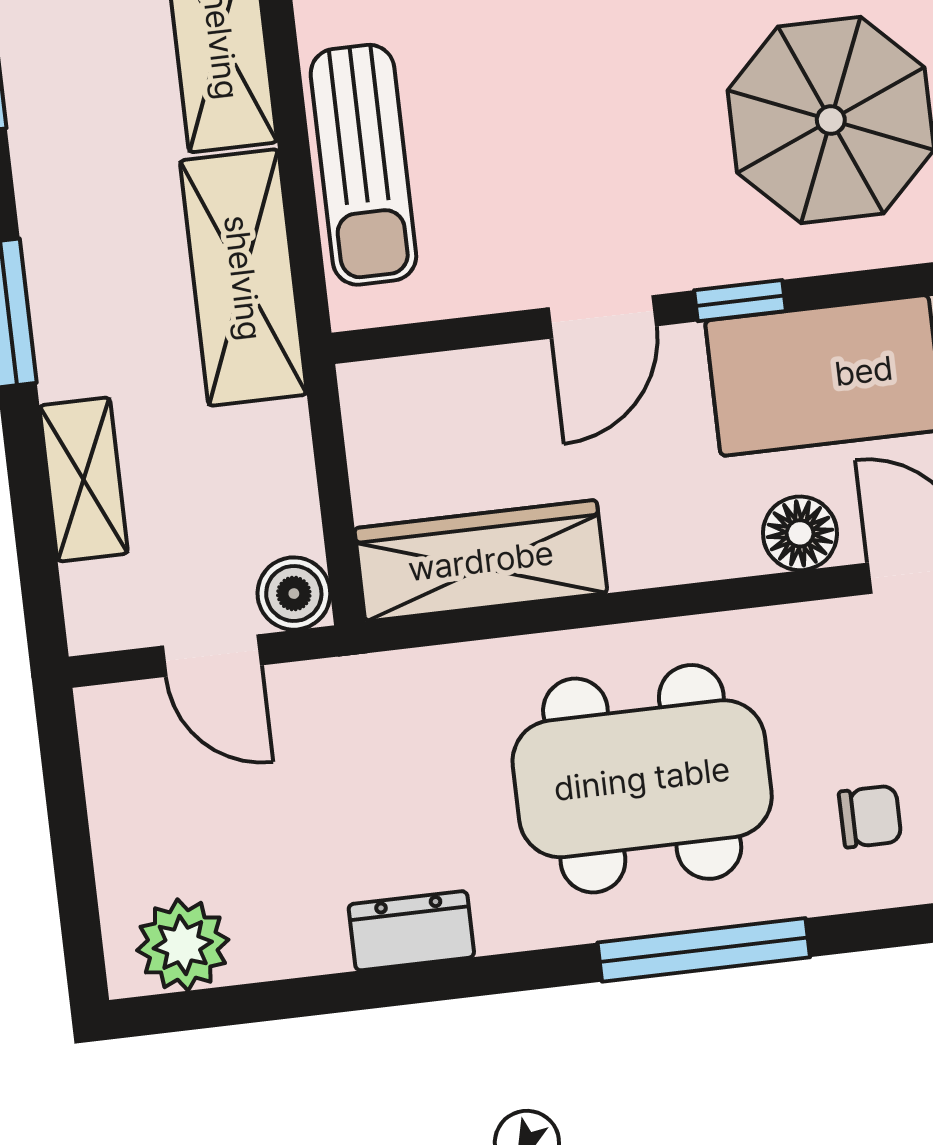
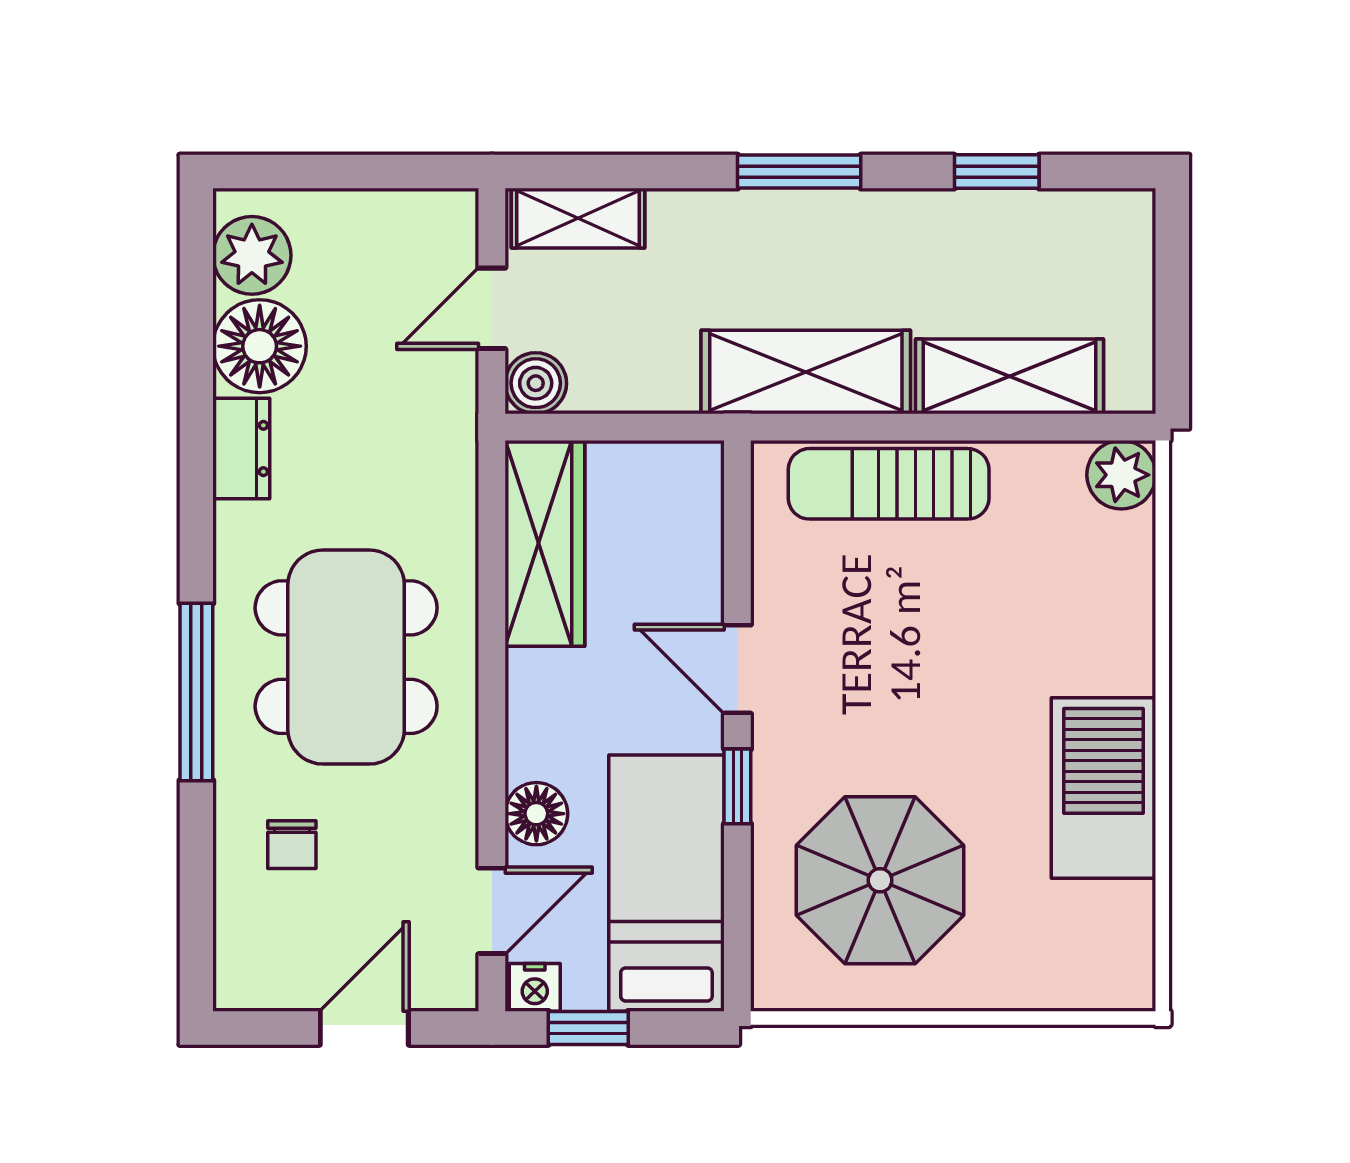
shelving: (84, 479) -> (578, 218), moved
floor lamp: (289, 923) -> (260, 346), added

